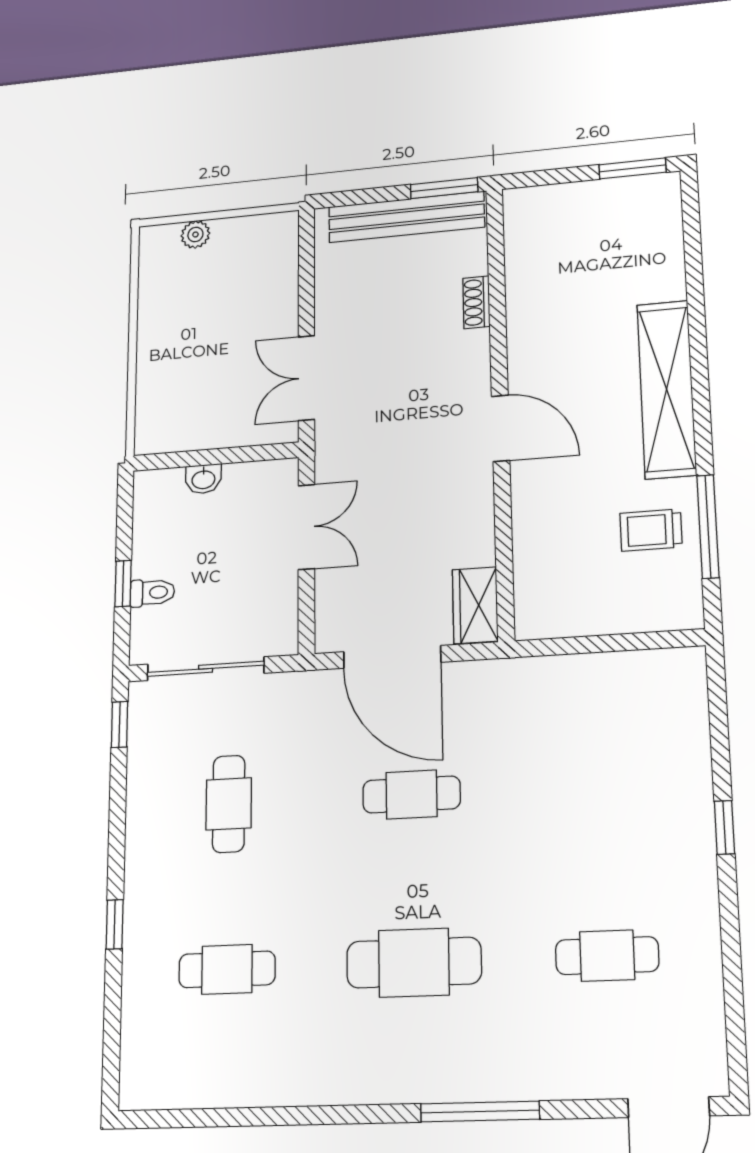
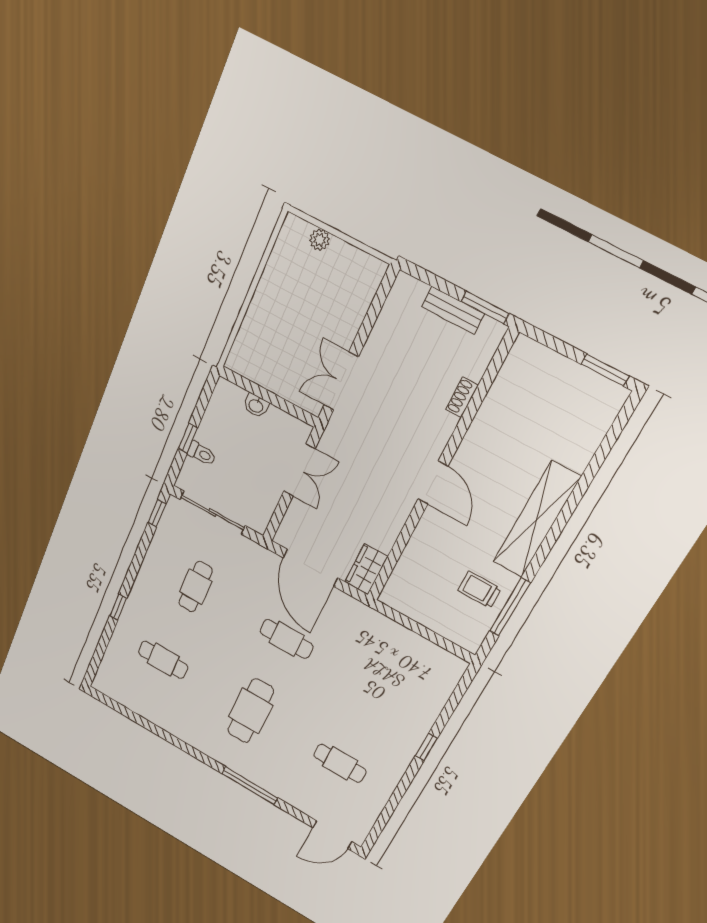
bench: (406, 217) -> (453, 310), width x0.54, depth x0.82
cafe table: (414, 963) -> (251, 711), turned 90

